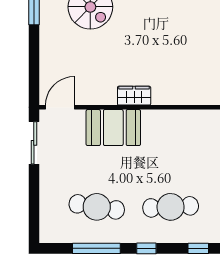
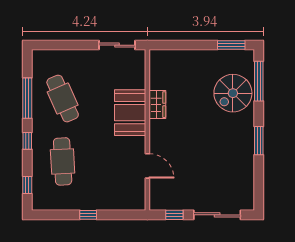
wardrobe: (134, 96) -> (157, 105), moved
door: (60, 107) -> (147, 166), moved
cafe table: (97, 207) -> (63, 99), turned -33

